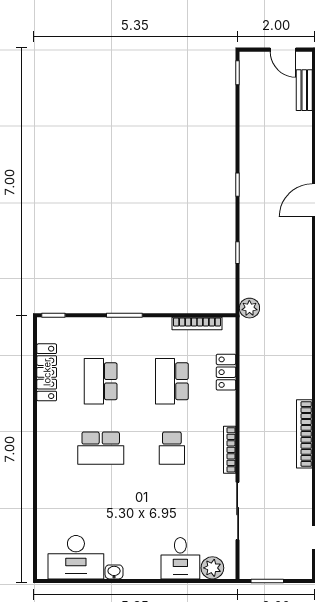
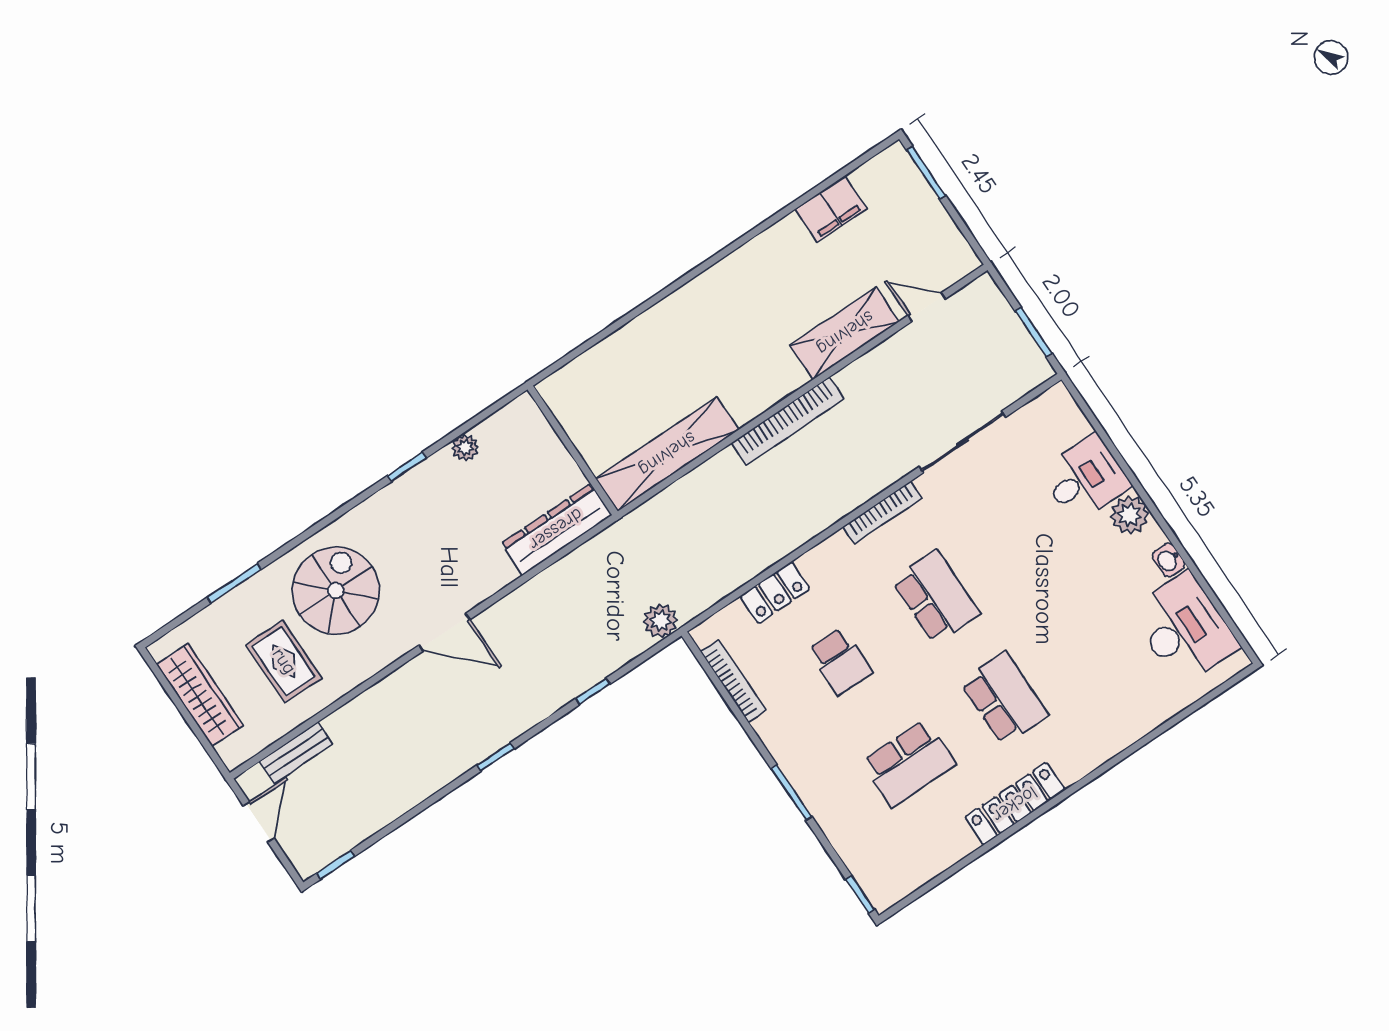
locker: (47, 372) -> (1015, 804), moved
school desk: (172, 381) -> (840, 661), width x0.54
school desk: (172, 448) -> (936, 597), width x1.85
plant: (212, 568) -> (1130, 515), moved

